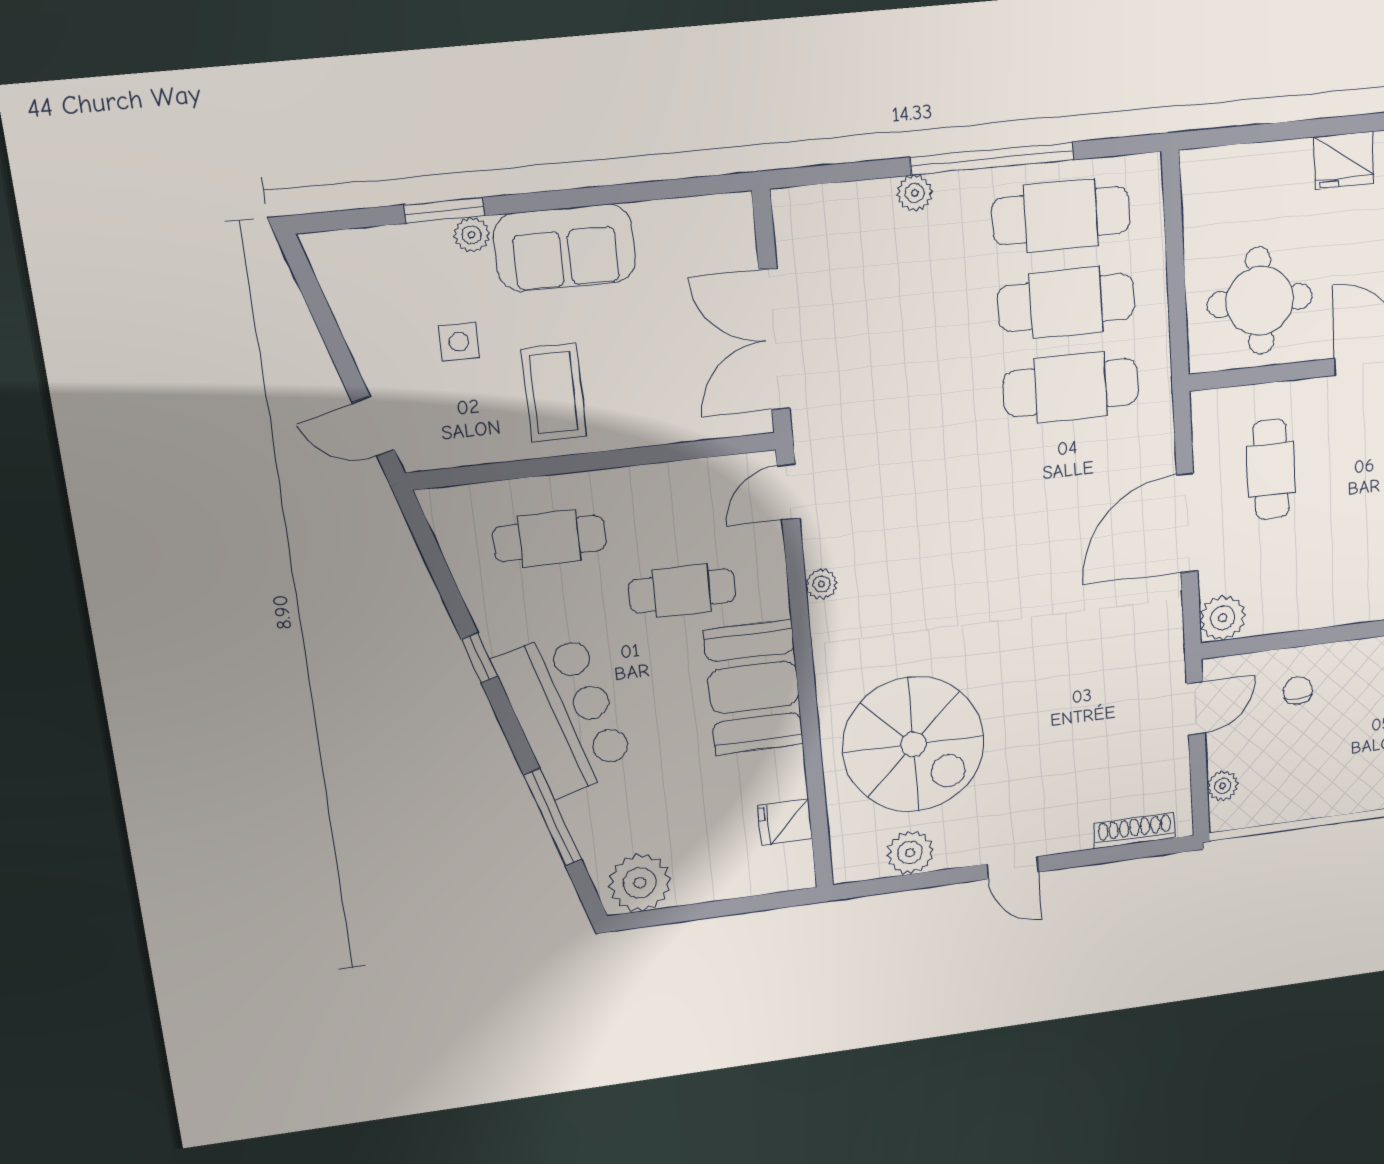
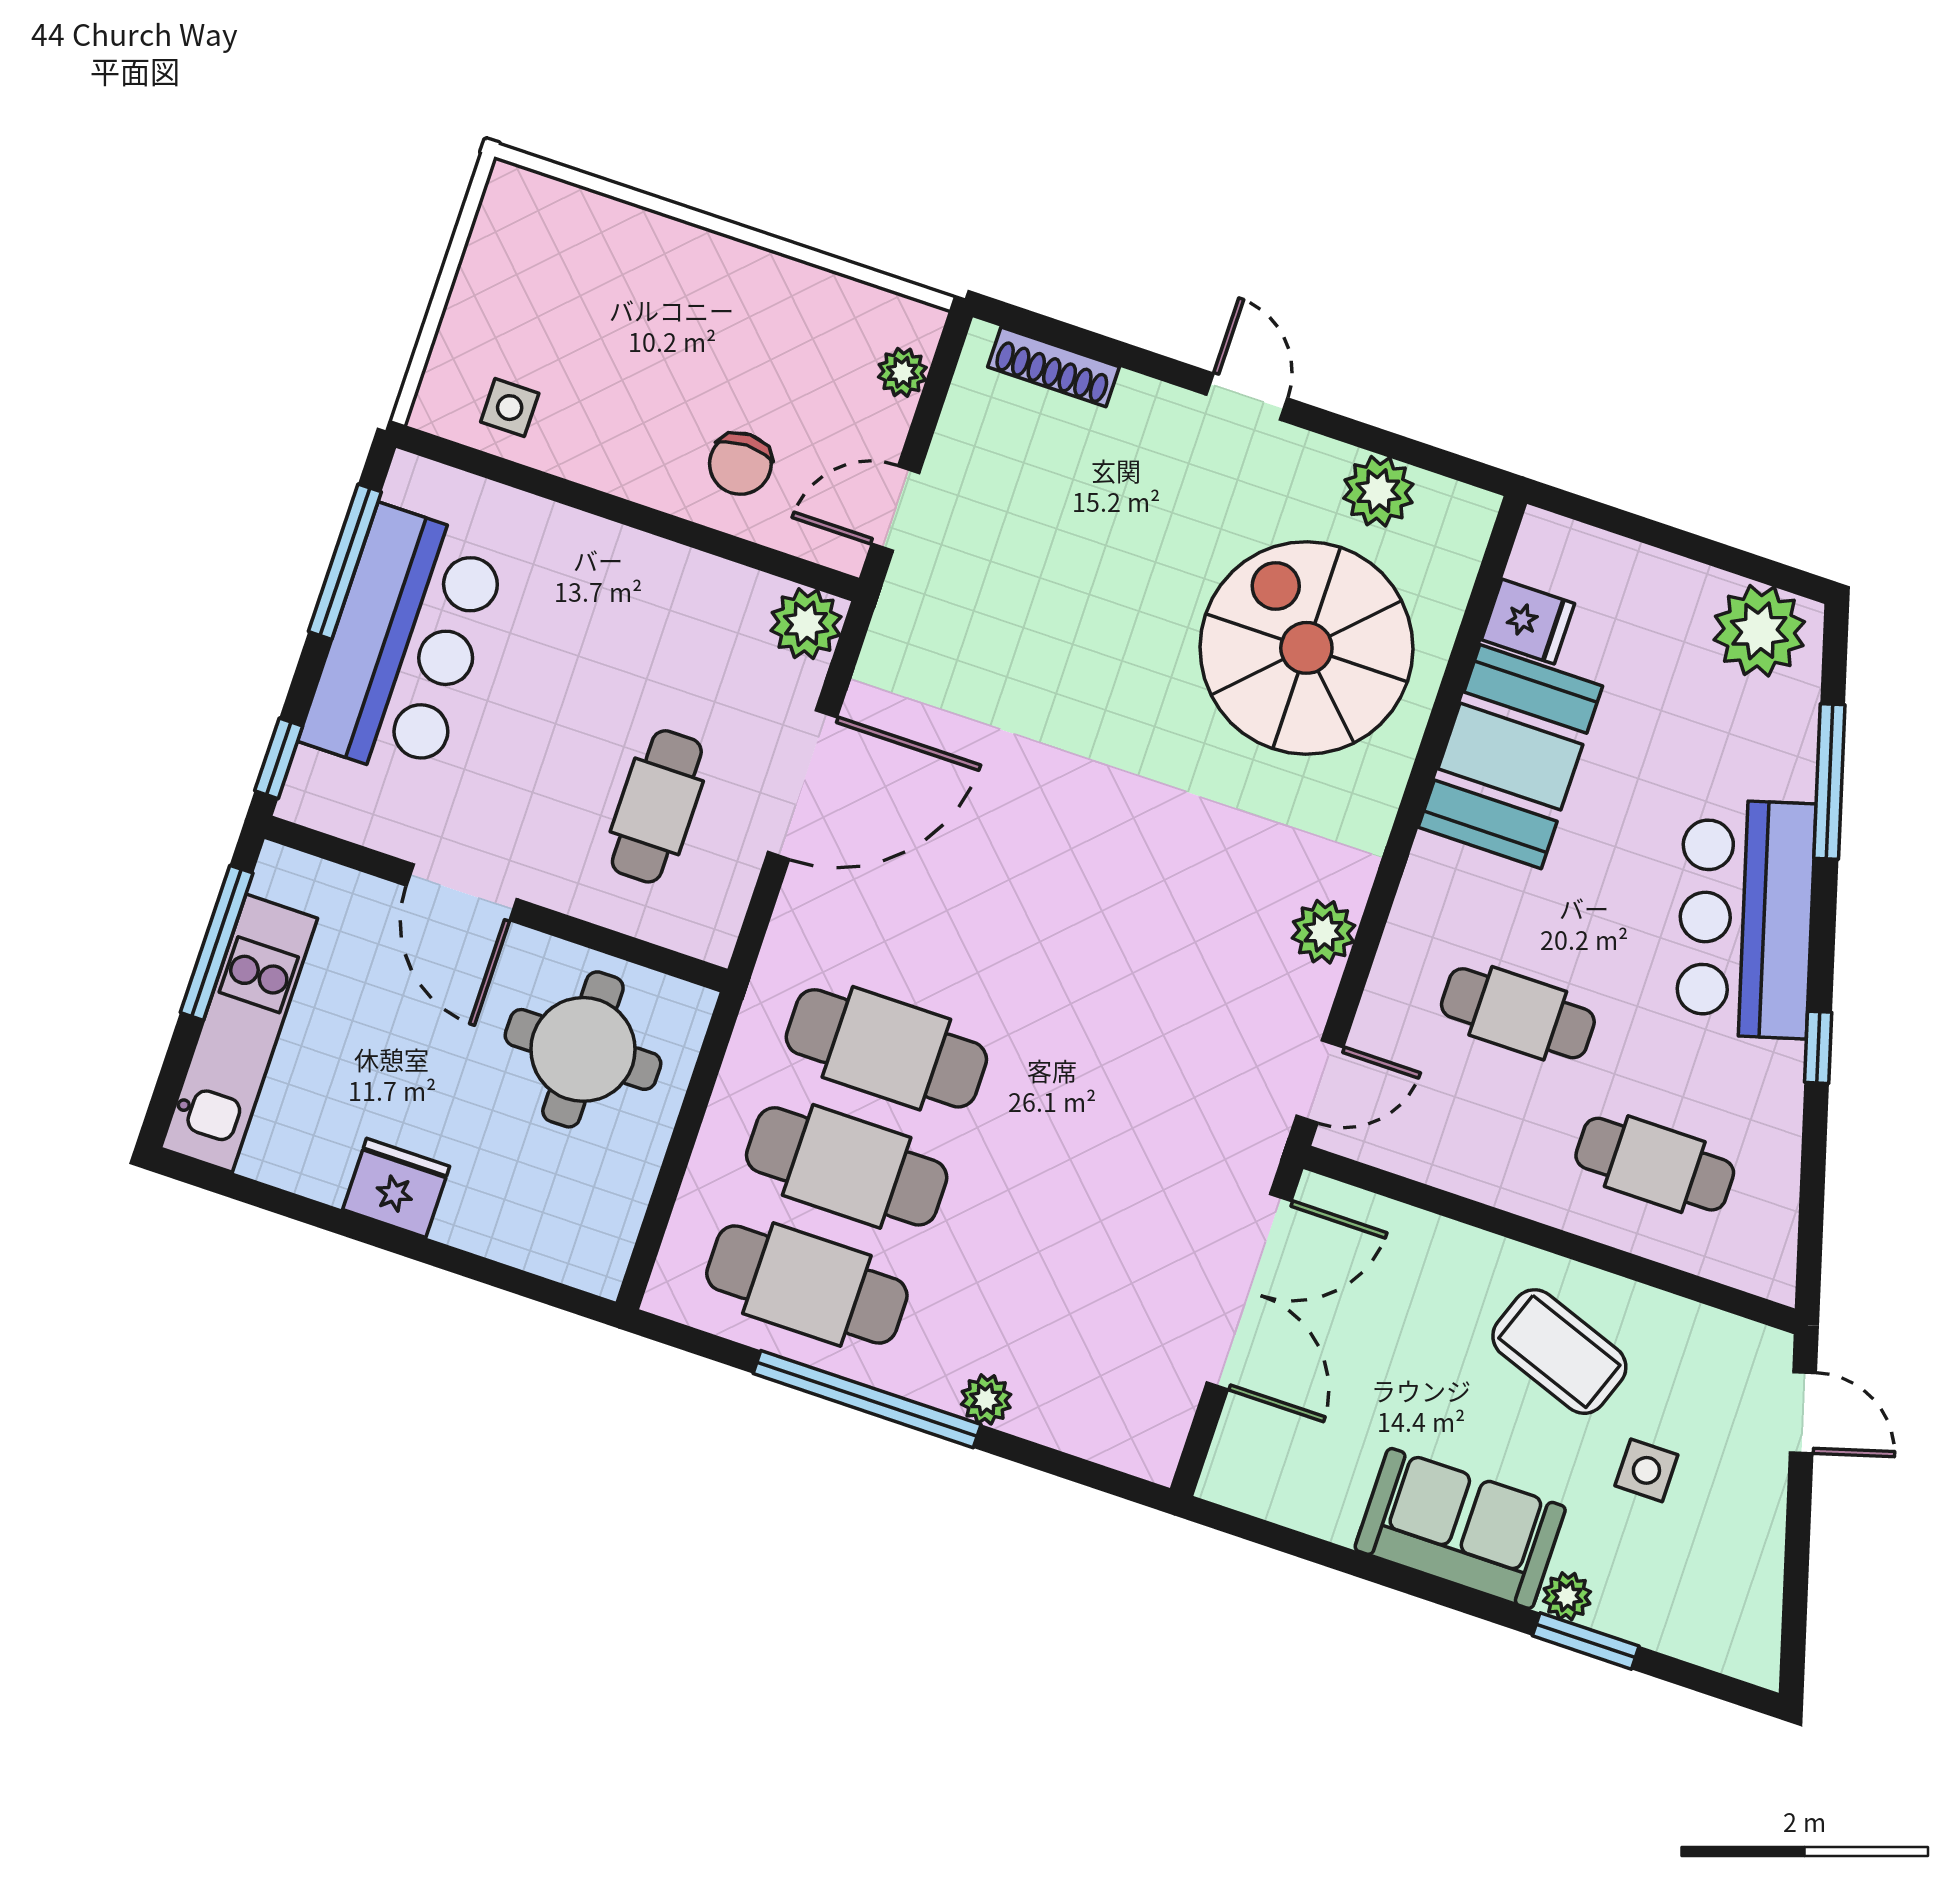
coffee table: (554, 393) -> (1559, 1352), turned -70
plant: (822, 584) -> (1324, 932), width x1.38, depth x1.38
booth: (754, 687) -> (1510, 757), moved
chair: (1298, 691) -> (740, 464), width x1.37, depth x1.37

